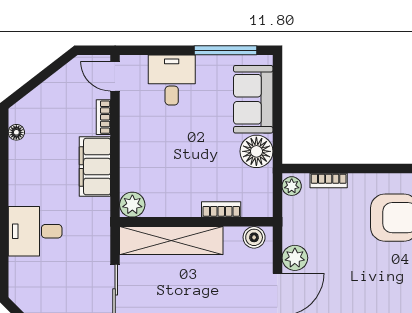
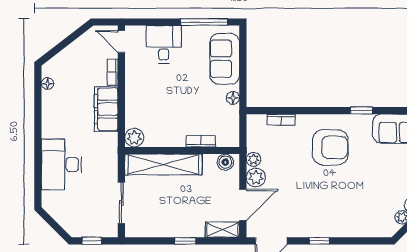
floor lamp: (256, 151) -> (233, 98), width x0.53, depth x0.53
plant: (292, 186) -> (253, 159), moved
desk: (35, 231) -> (61, 164), width x1.37

